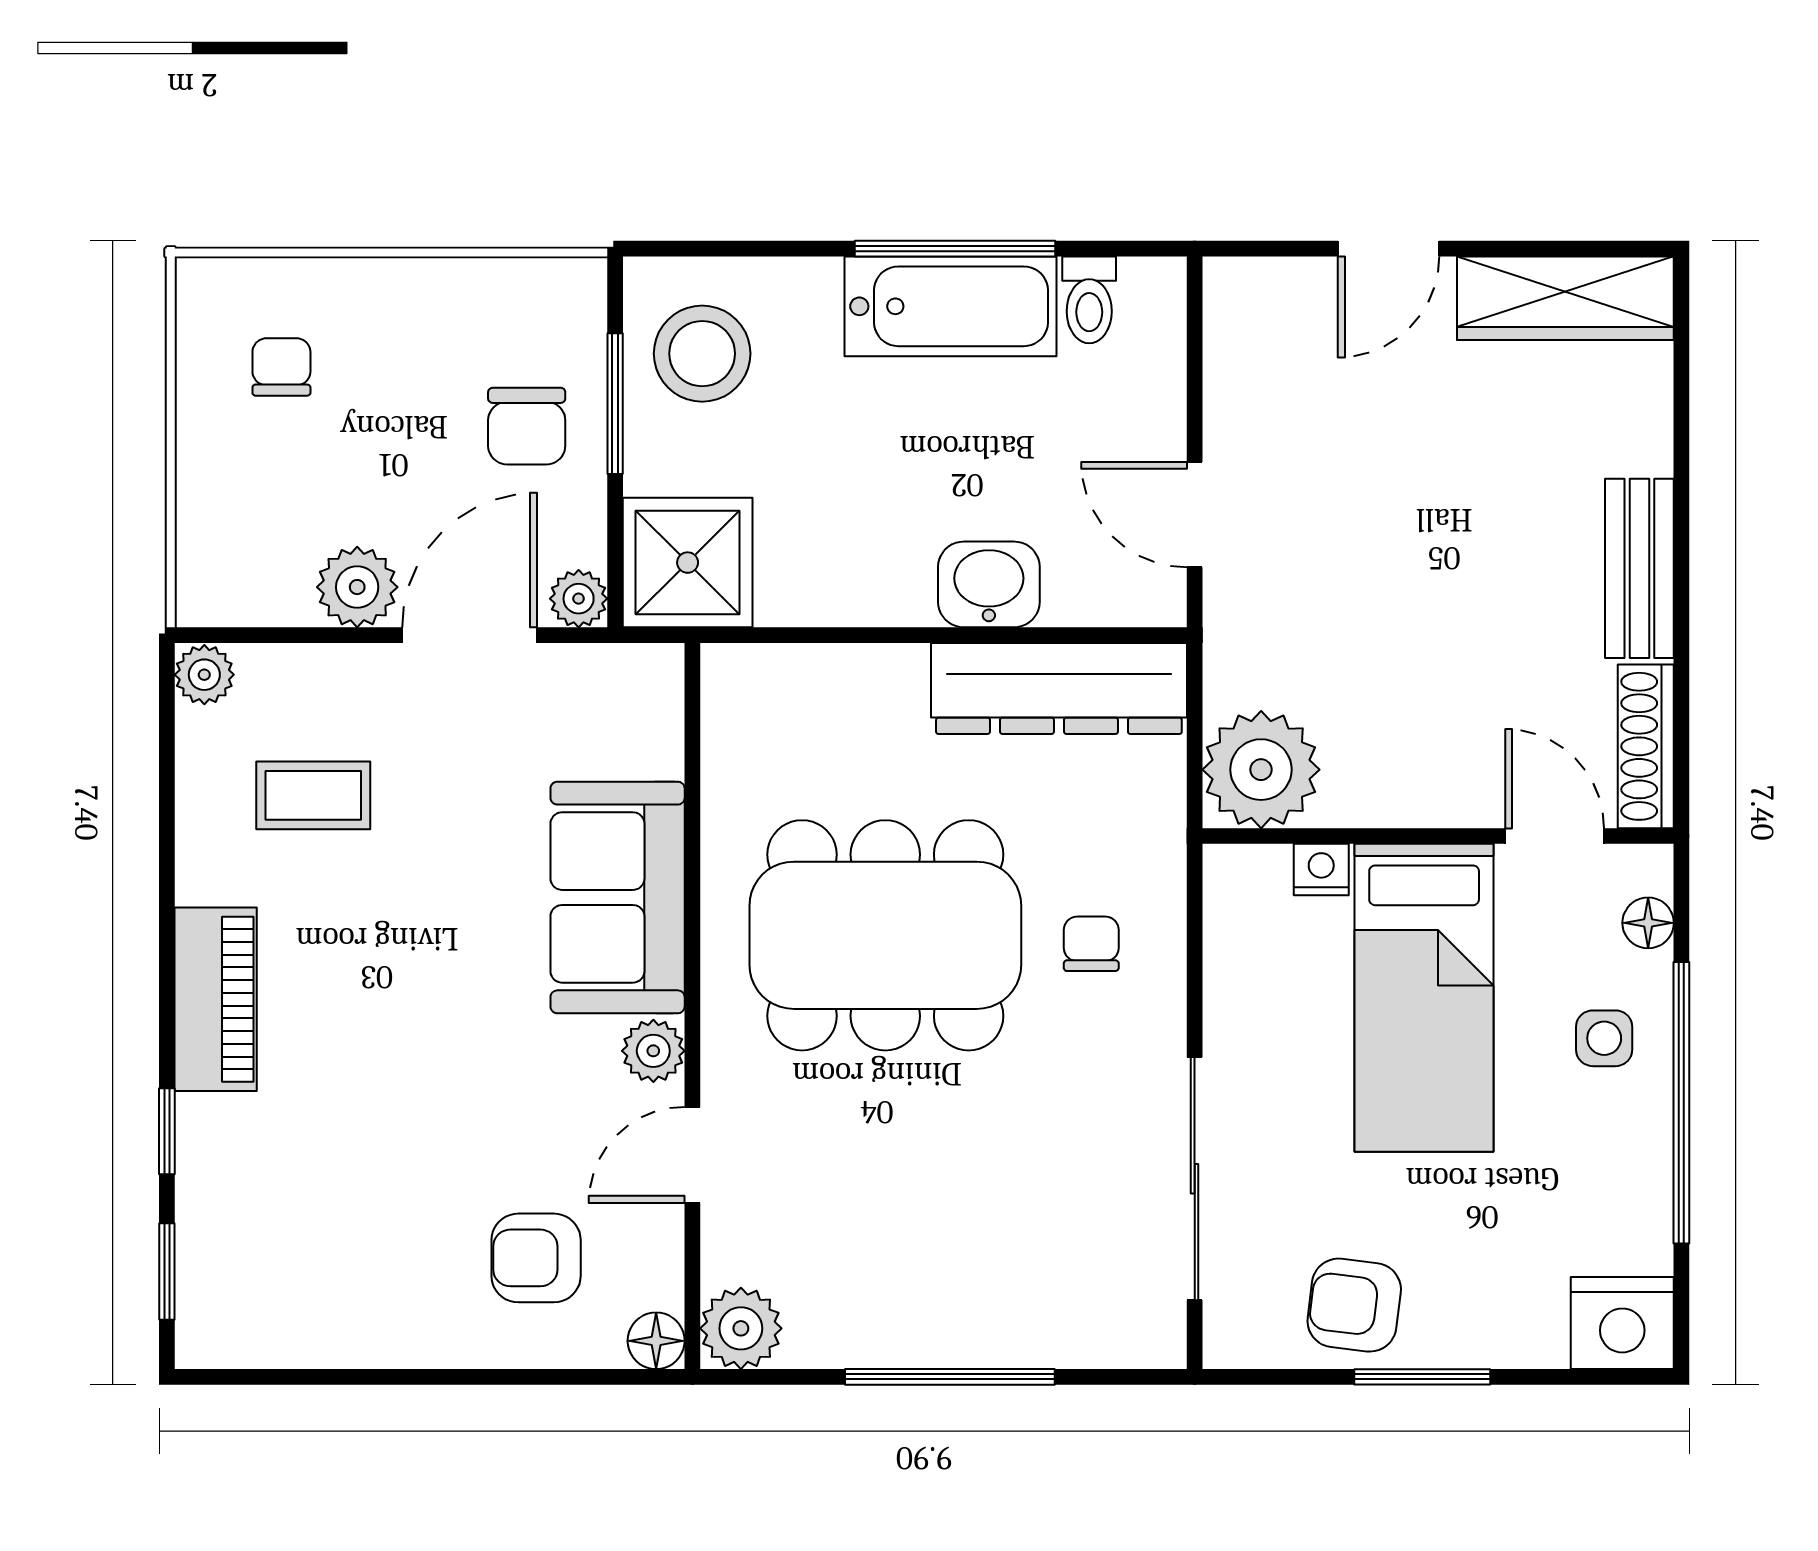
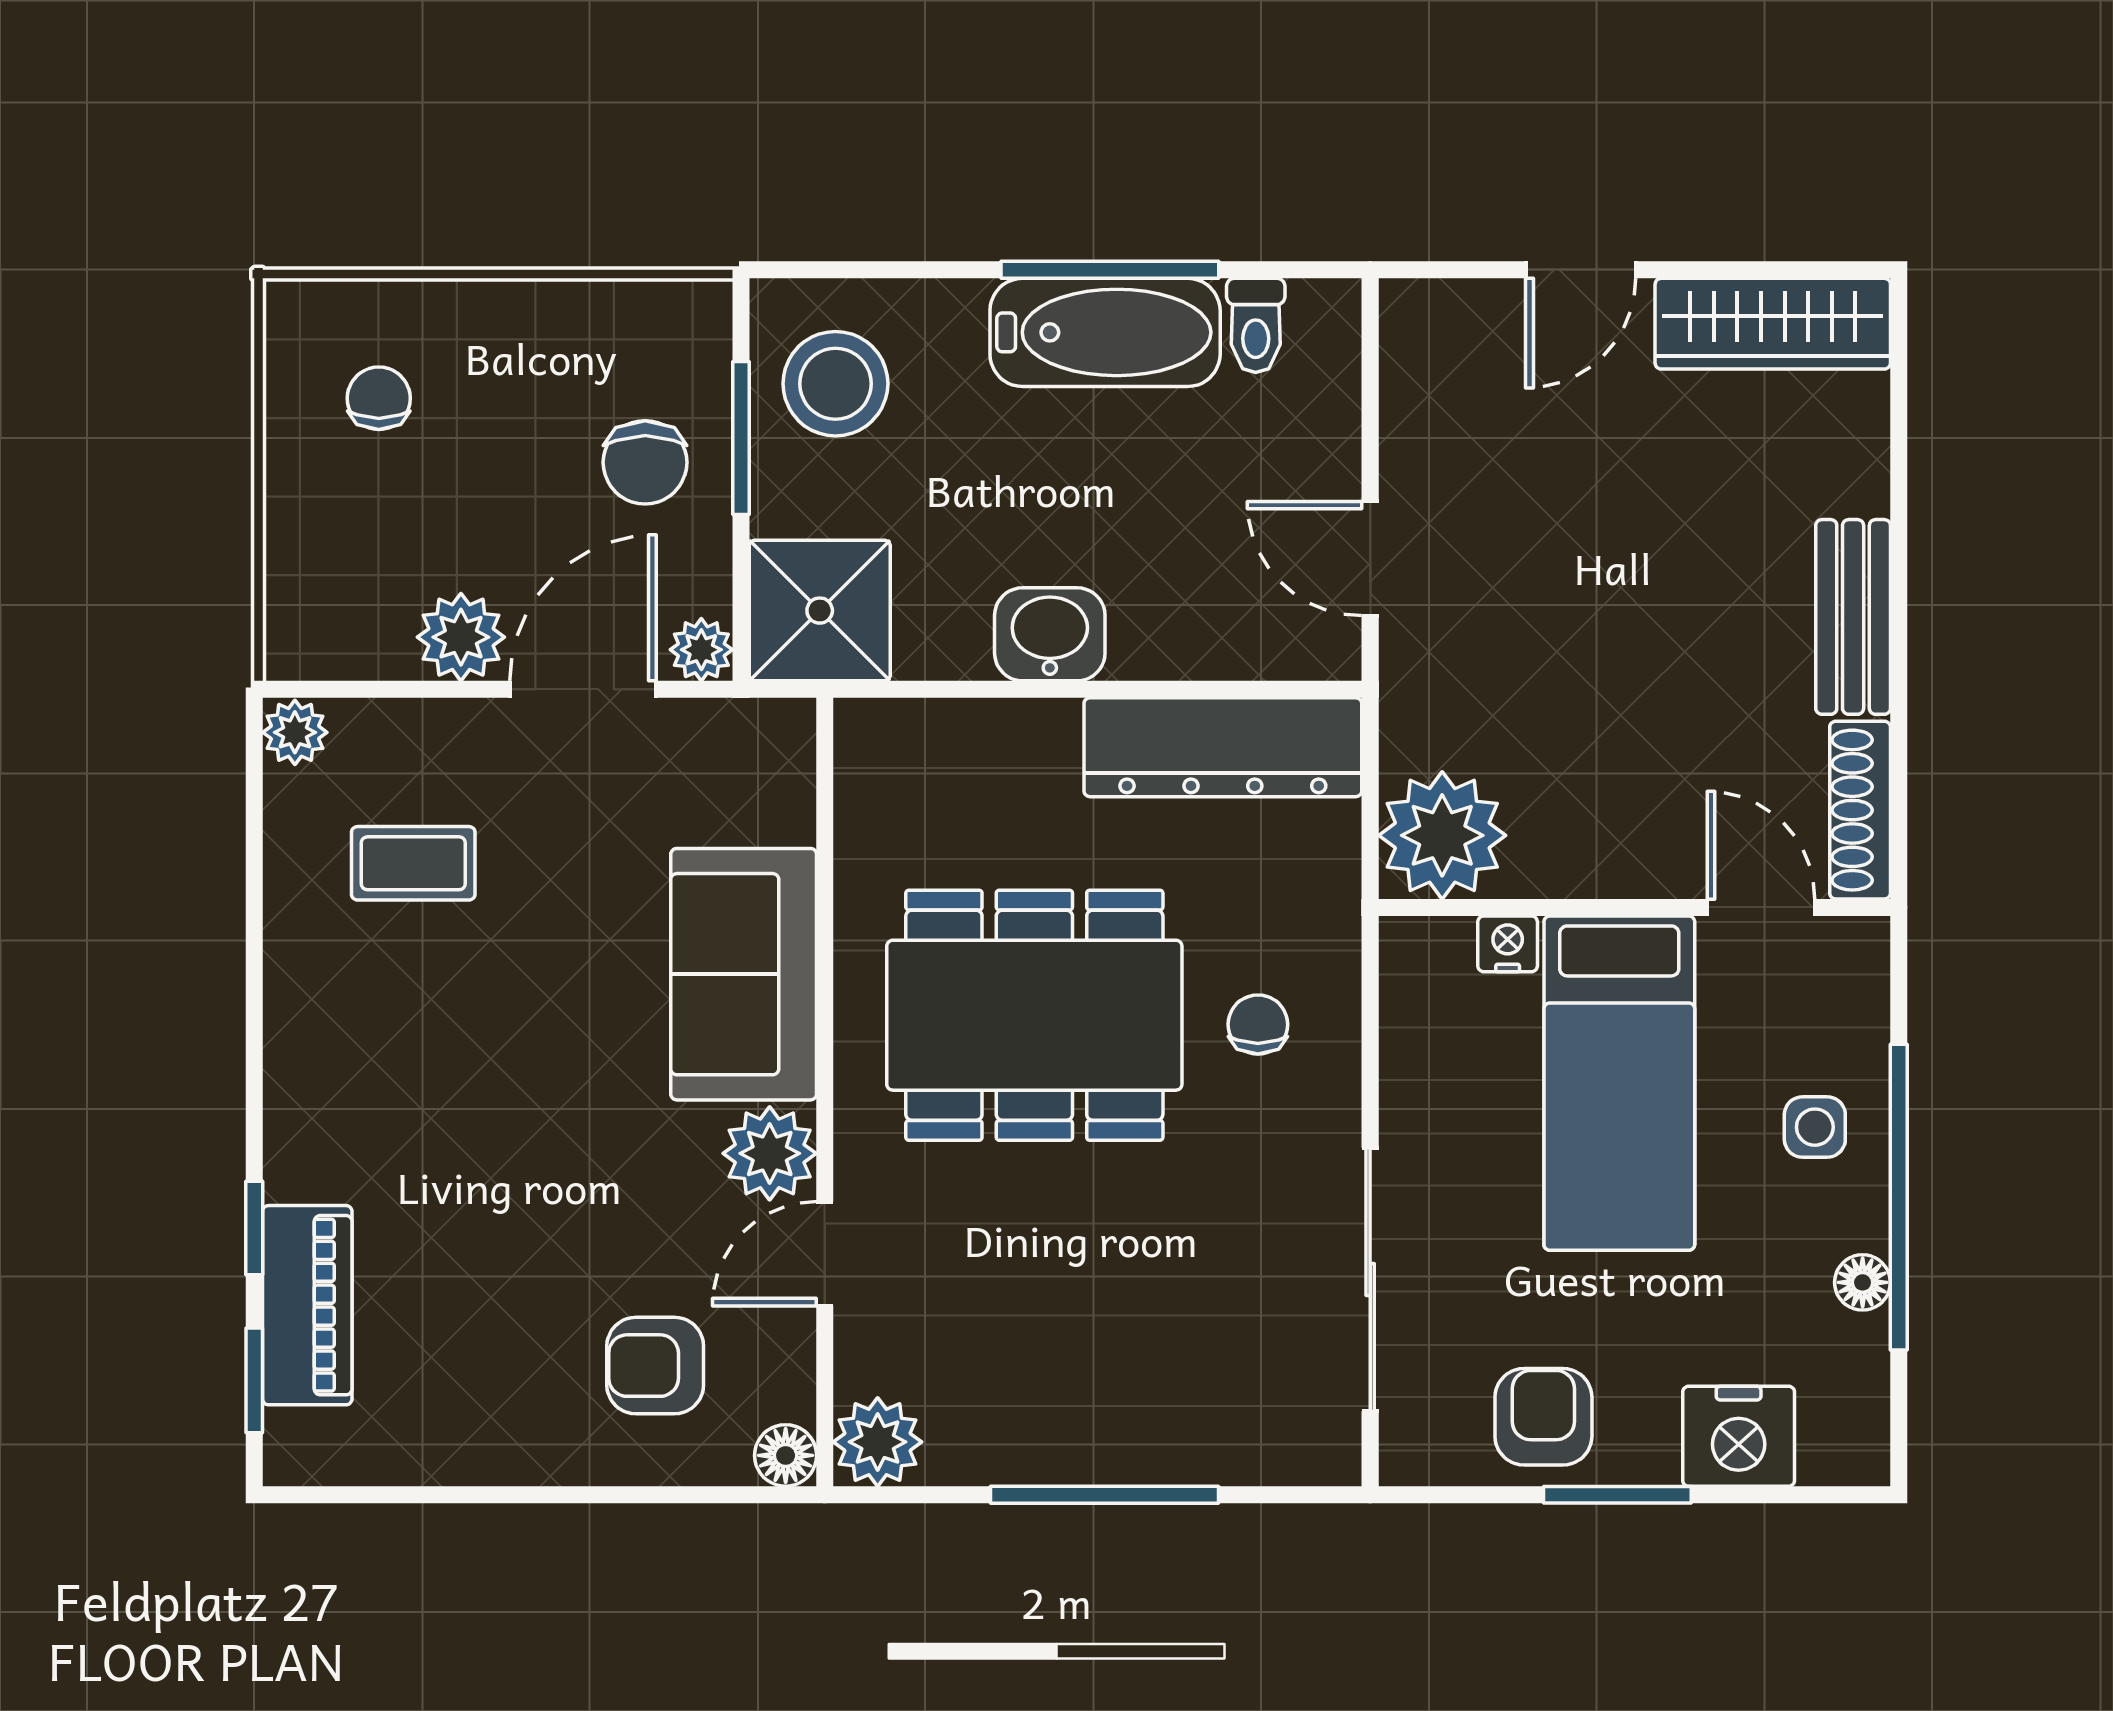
washbasin: (989, 584) -> (1050, 634), moved
floor lamp: (1648, 923) -> (1863, 1282), moved
piano: (216, 999) -> (307, 1305), moved
plant: (653, 1051) -> (770, 1153), width x1.38, depth x1.38
armchair: (1354, 1305) -> (1543, 1417), turned 83
nightstand: (1622, 1323) -> (1739, 1436), moved

